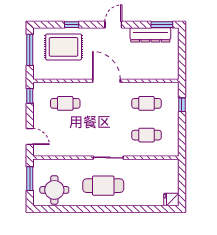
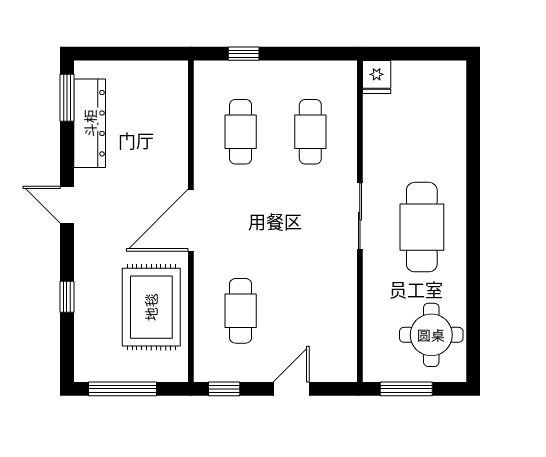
rug: (64, 47) -> (151, 307), moved
door: (30, 137) -> (291, 389), moved
fridge: (171, 199) -> (377, 77), moved

